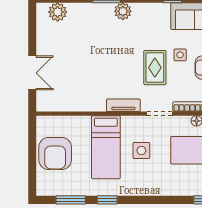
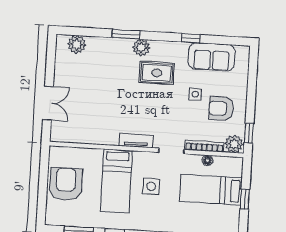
rug: (155, 68) -> (157, 73), moved, turned 90
armchair: (55, 154) -> (66, 184), turned 180

